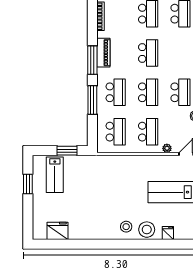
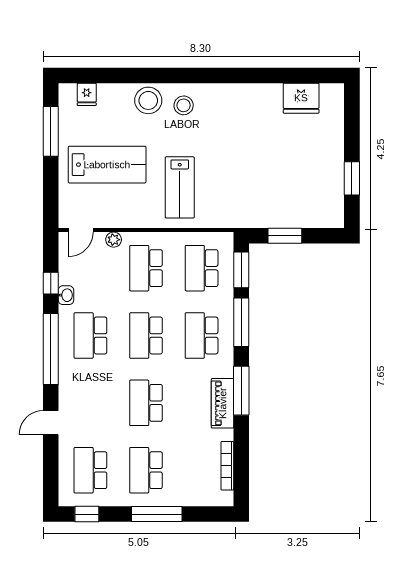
window: (92, 131) -> (241, 270), added
lab bench: (55, 175) -> (180, 187), moved, turned 180
fridge: (168, 233) -> (87, 94), moved

